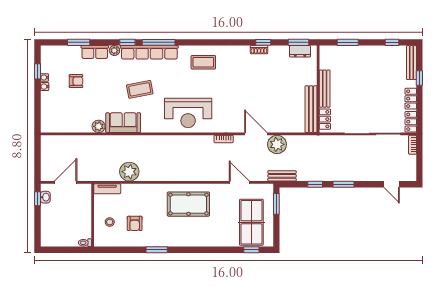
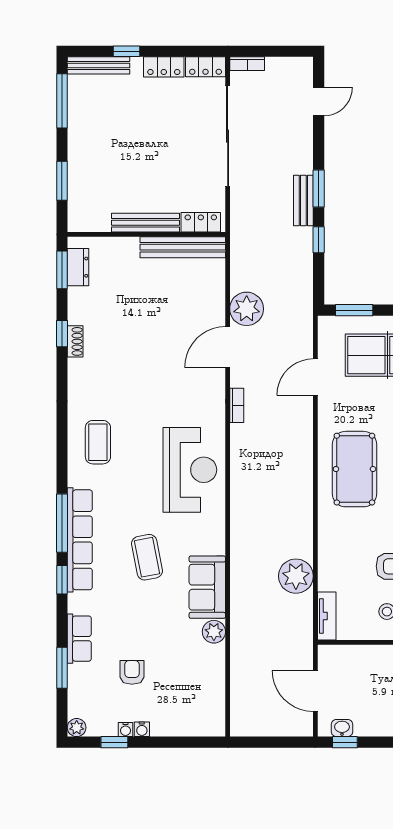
window: (392, 42) -> (62, 101), width x2.17
plant: (114, 51) -> (77, 728), moved
bench: (282, 176) -> (303, 201), moved

